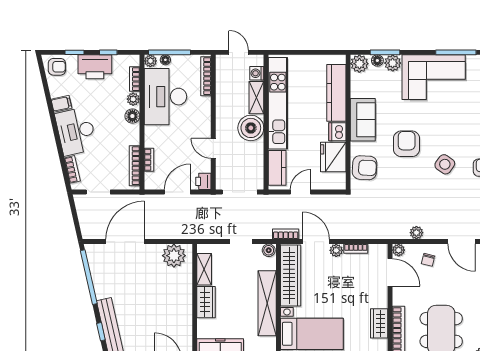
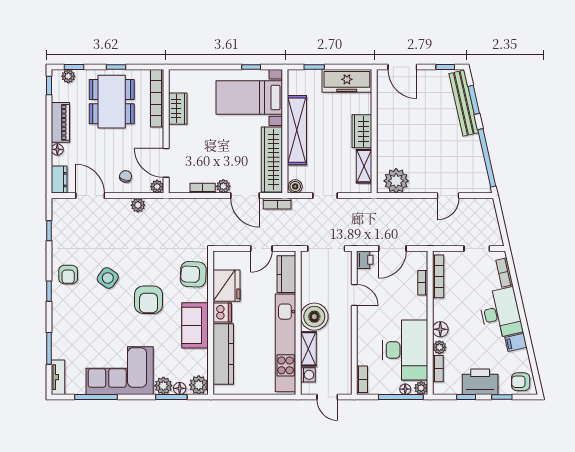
bookcase: (206, 76) -> (362, 379), width x0.64
door: (125, 242) -> (448, 196), width x0.53
window: (101, 332) -> (474, 100), width x1.50

